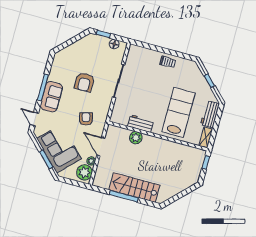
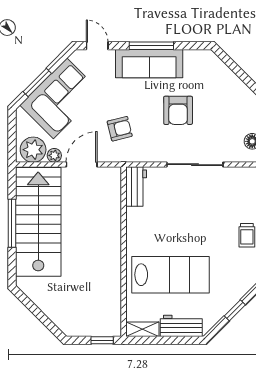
armchair: (84, 82) -> (178, 110), turned -90
sofa: (51, 97) -> (149, 64), width x1.36
door: (34, 119) -> (97, 46), hinge flipped
workbench: (141, 124) -> (136, 187), moved
plant: (136, 138) -> (111, 217), removed
stairs: (134, 187) -> (38, 222), width x1.36, depth x1.51

